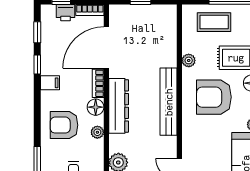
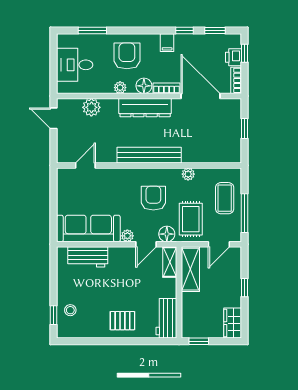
armchair: (214, 97) -> (153, 198), width x0.73, depth x0.73

